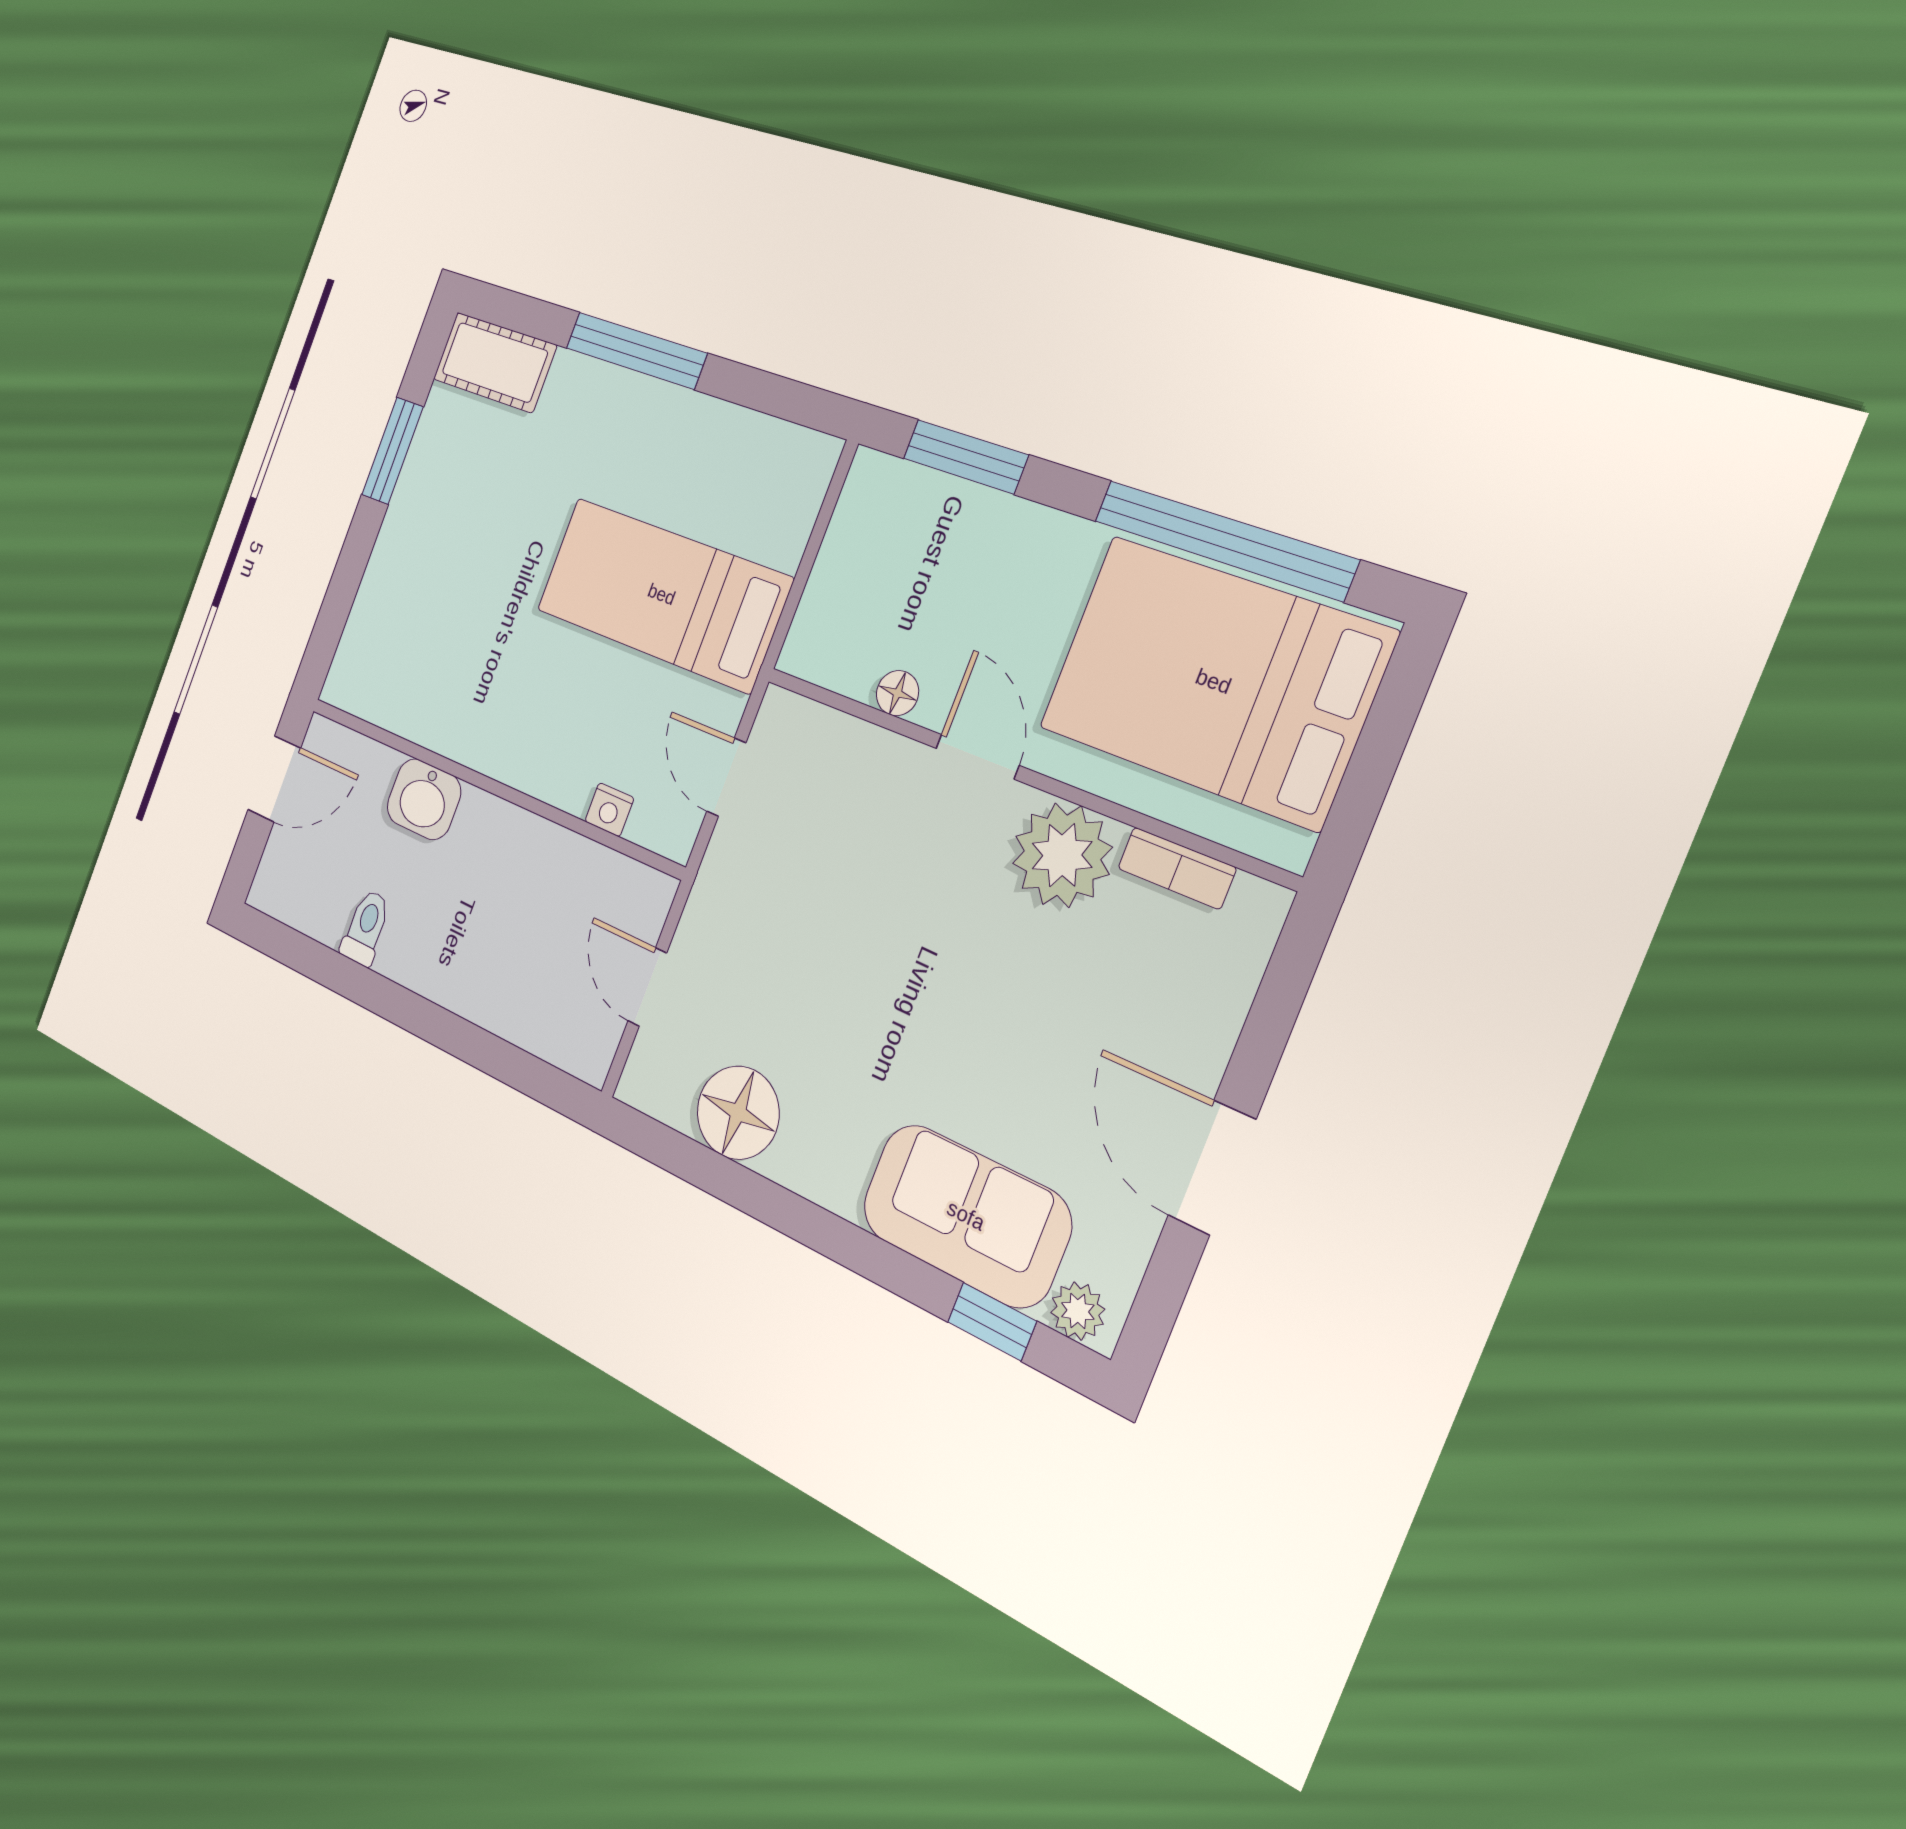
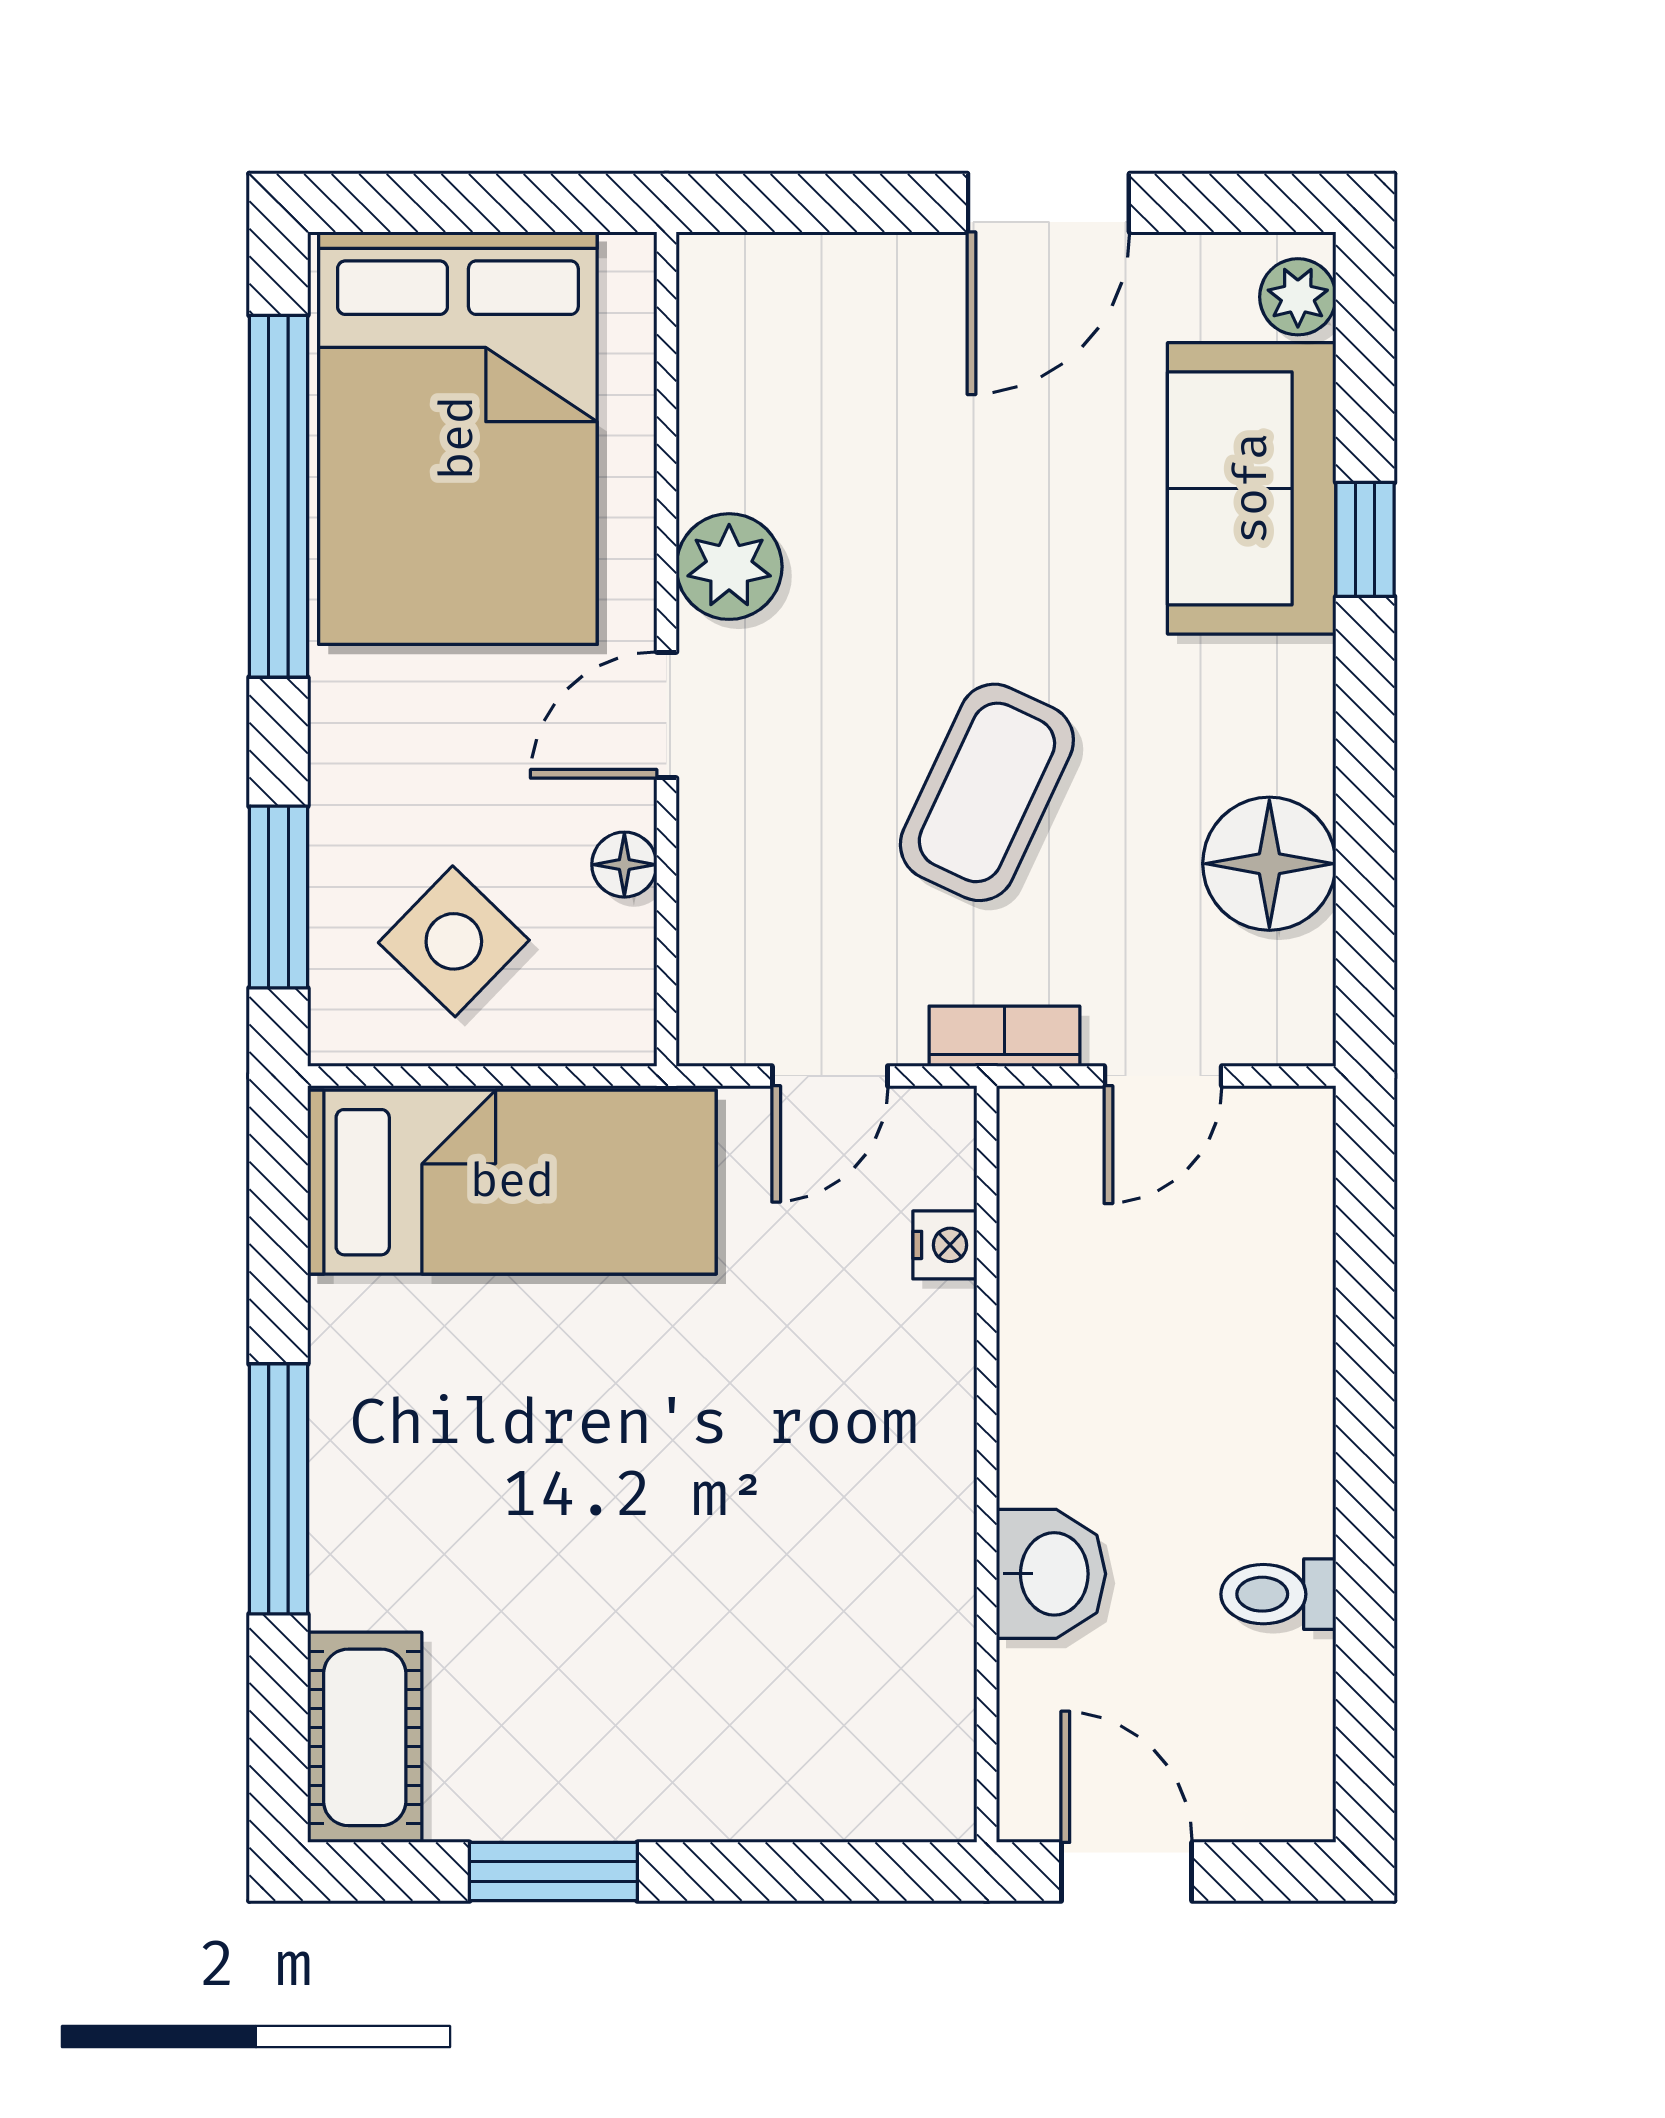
side table: (895, 564) -> (454, 941), added
bed: (662, 594) -> (512, 1182), moved, turned -90
plant: (1062, 855) -> (729, 567), width x0.73, depth x0.73
bookcase: (1177, 868) -> (1004, 1036), moved, turned -90
coffee table: (849, 950) -> (987, 792), added
window: (992, 1322) -> (1365, 539), moved

